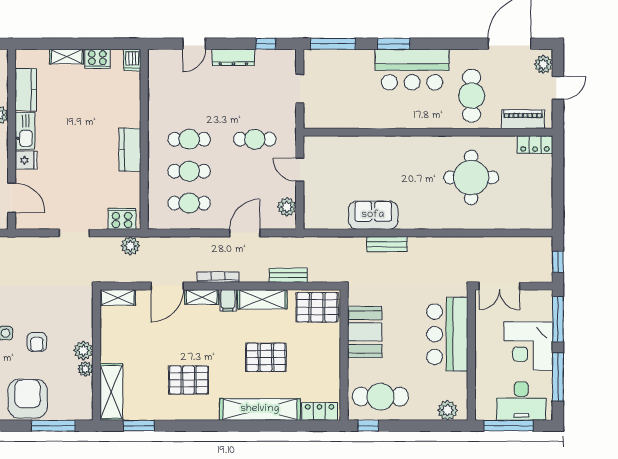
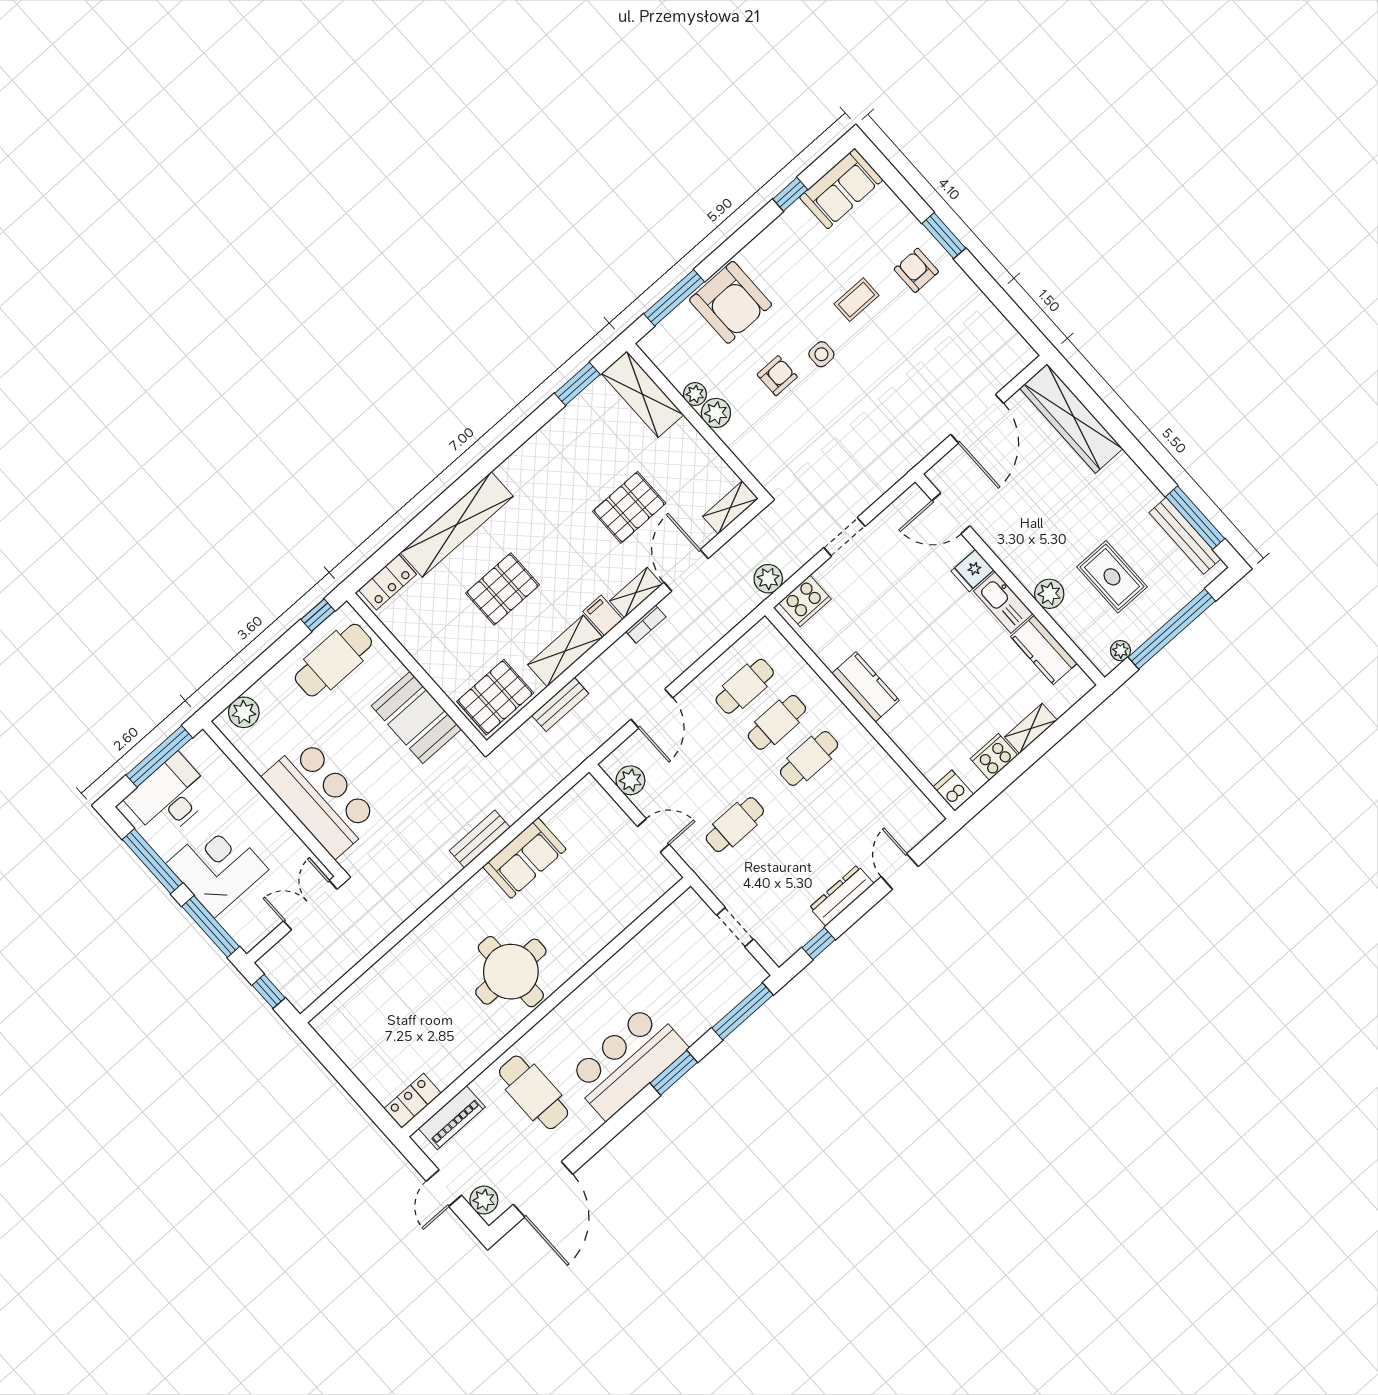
round table: (471, 177) -> (511, 972), moved
bookcase: (218, 277) -> (646, 624), width x0.64
armchair: (37, 342) -> (777, 376), turned 90
pallet: (189, 380) -> (629, 507), moved

